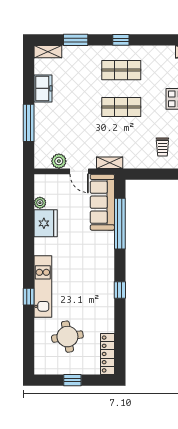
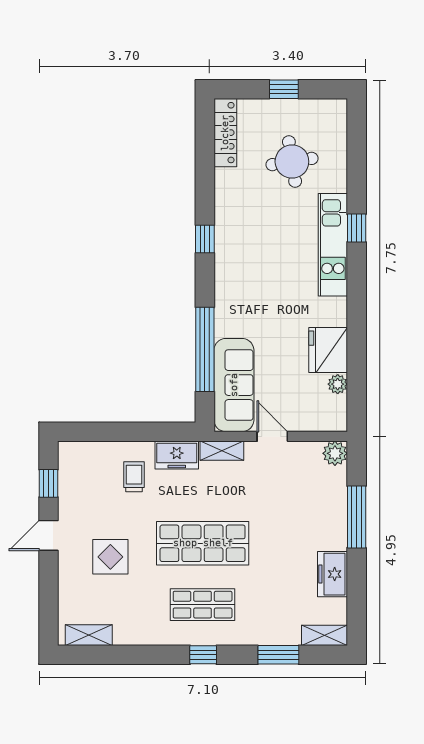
shop shelf: (121, 107) -> (203, 543), width x1.43, depth x1.36
freezer: (137, 160) -> (177, 455), added
plant: (59, 161) -> (335, 453), moved

